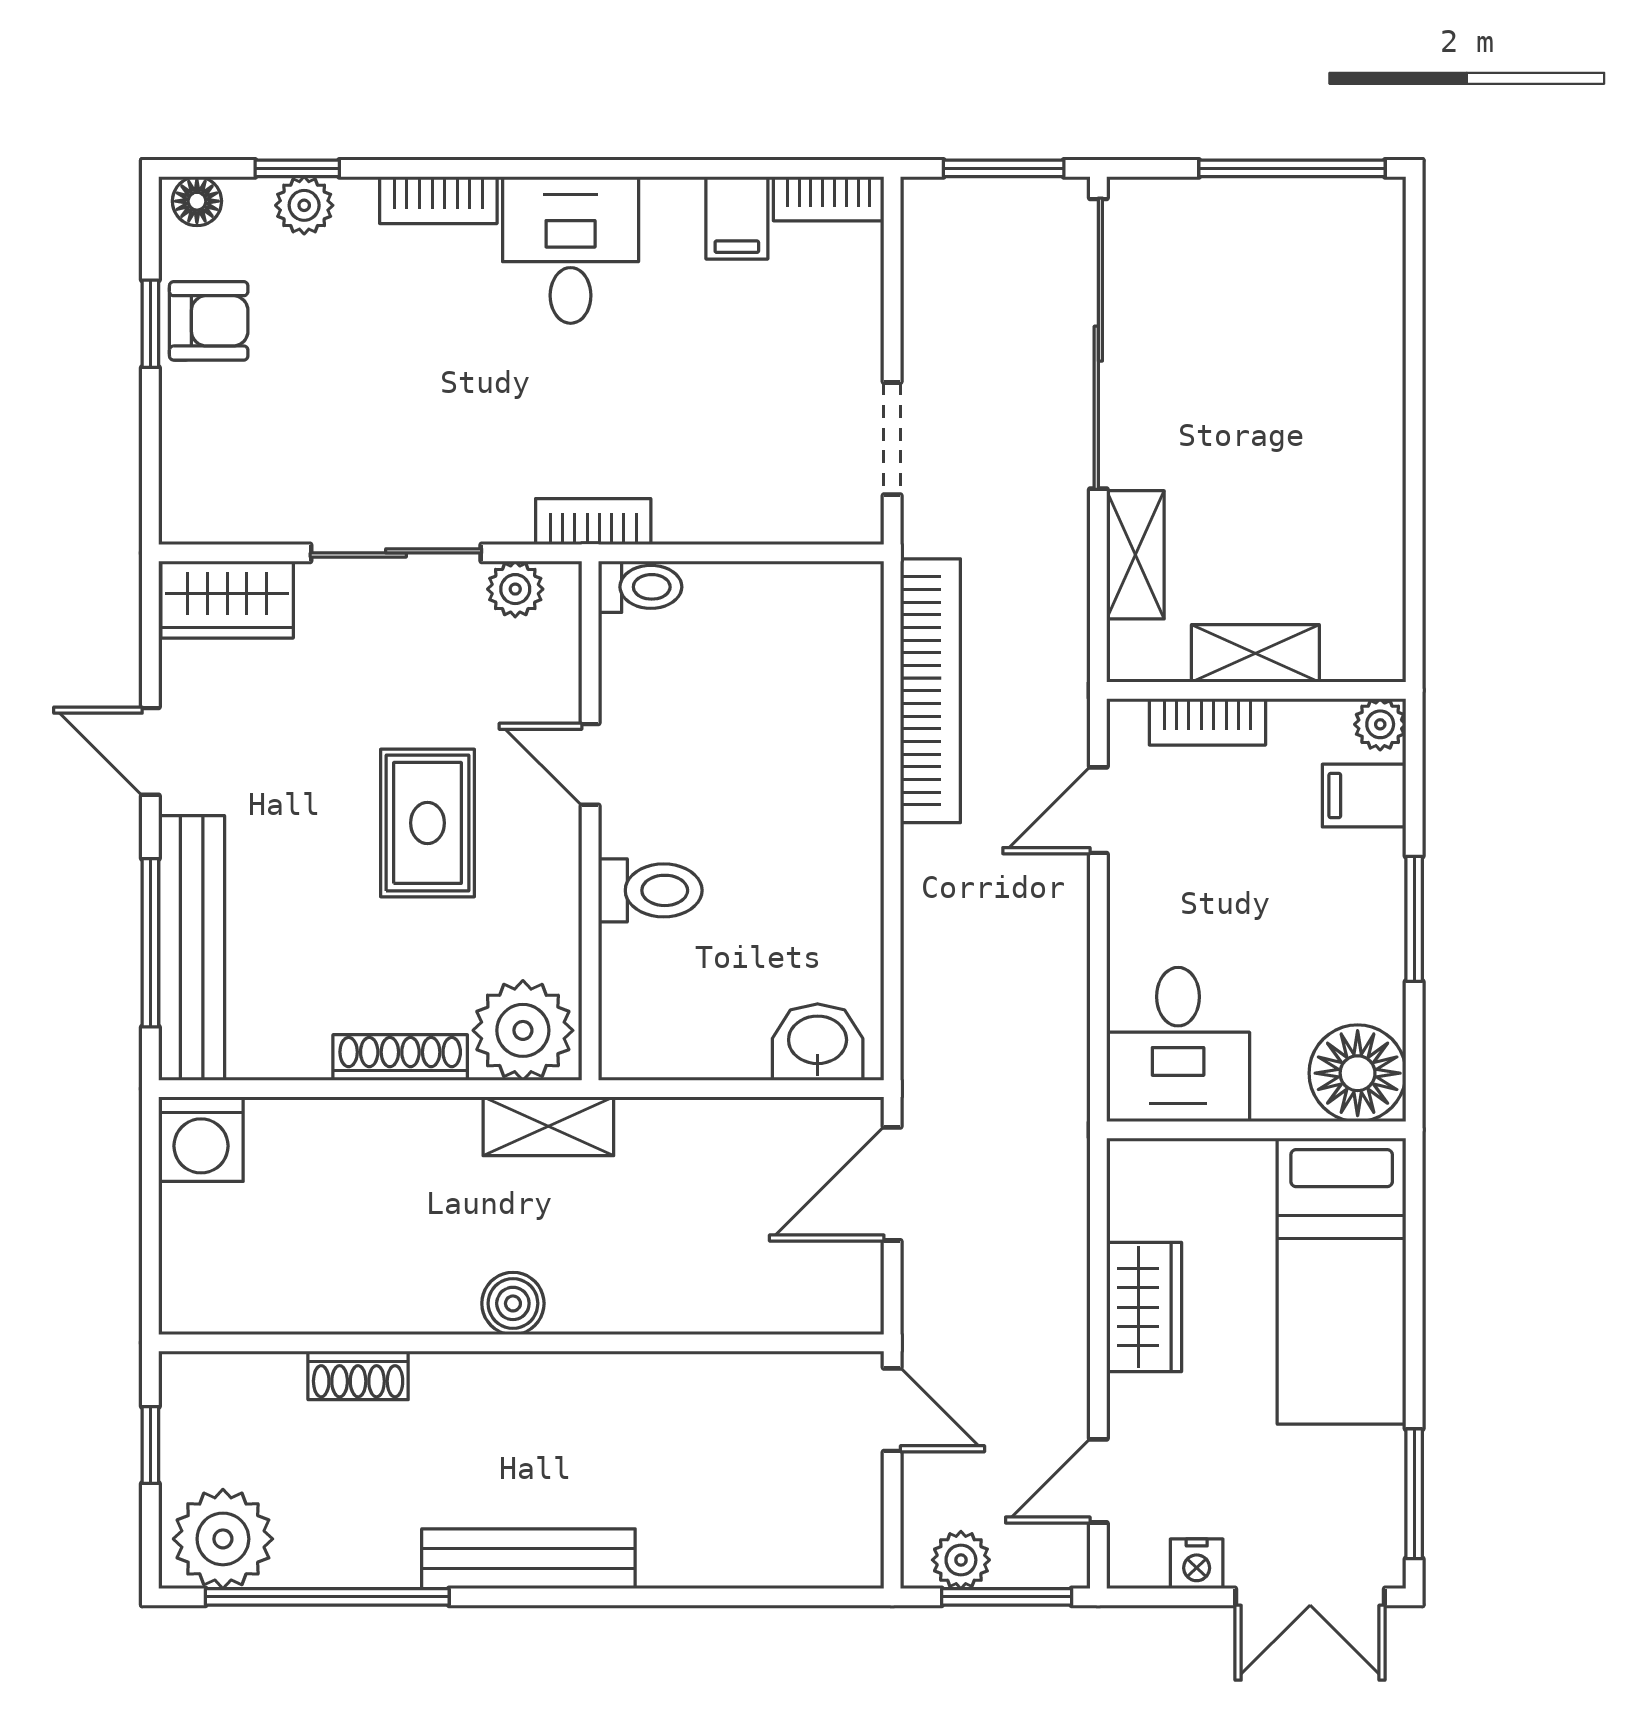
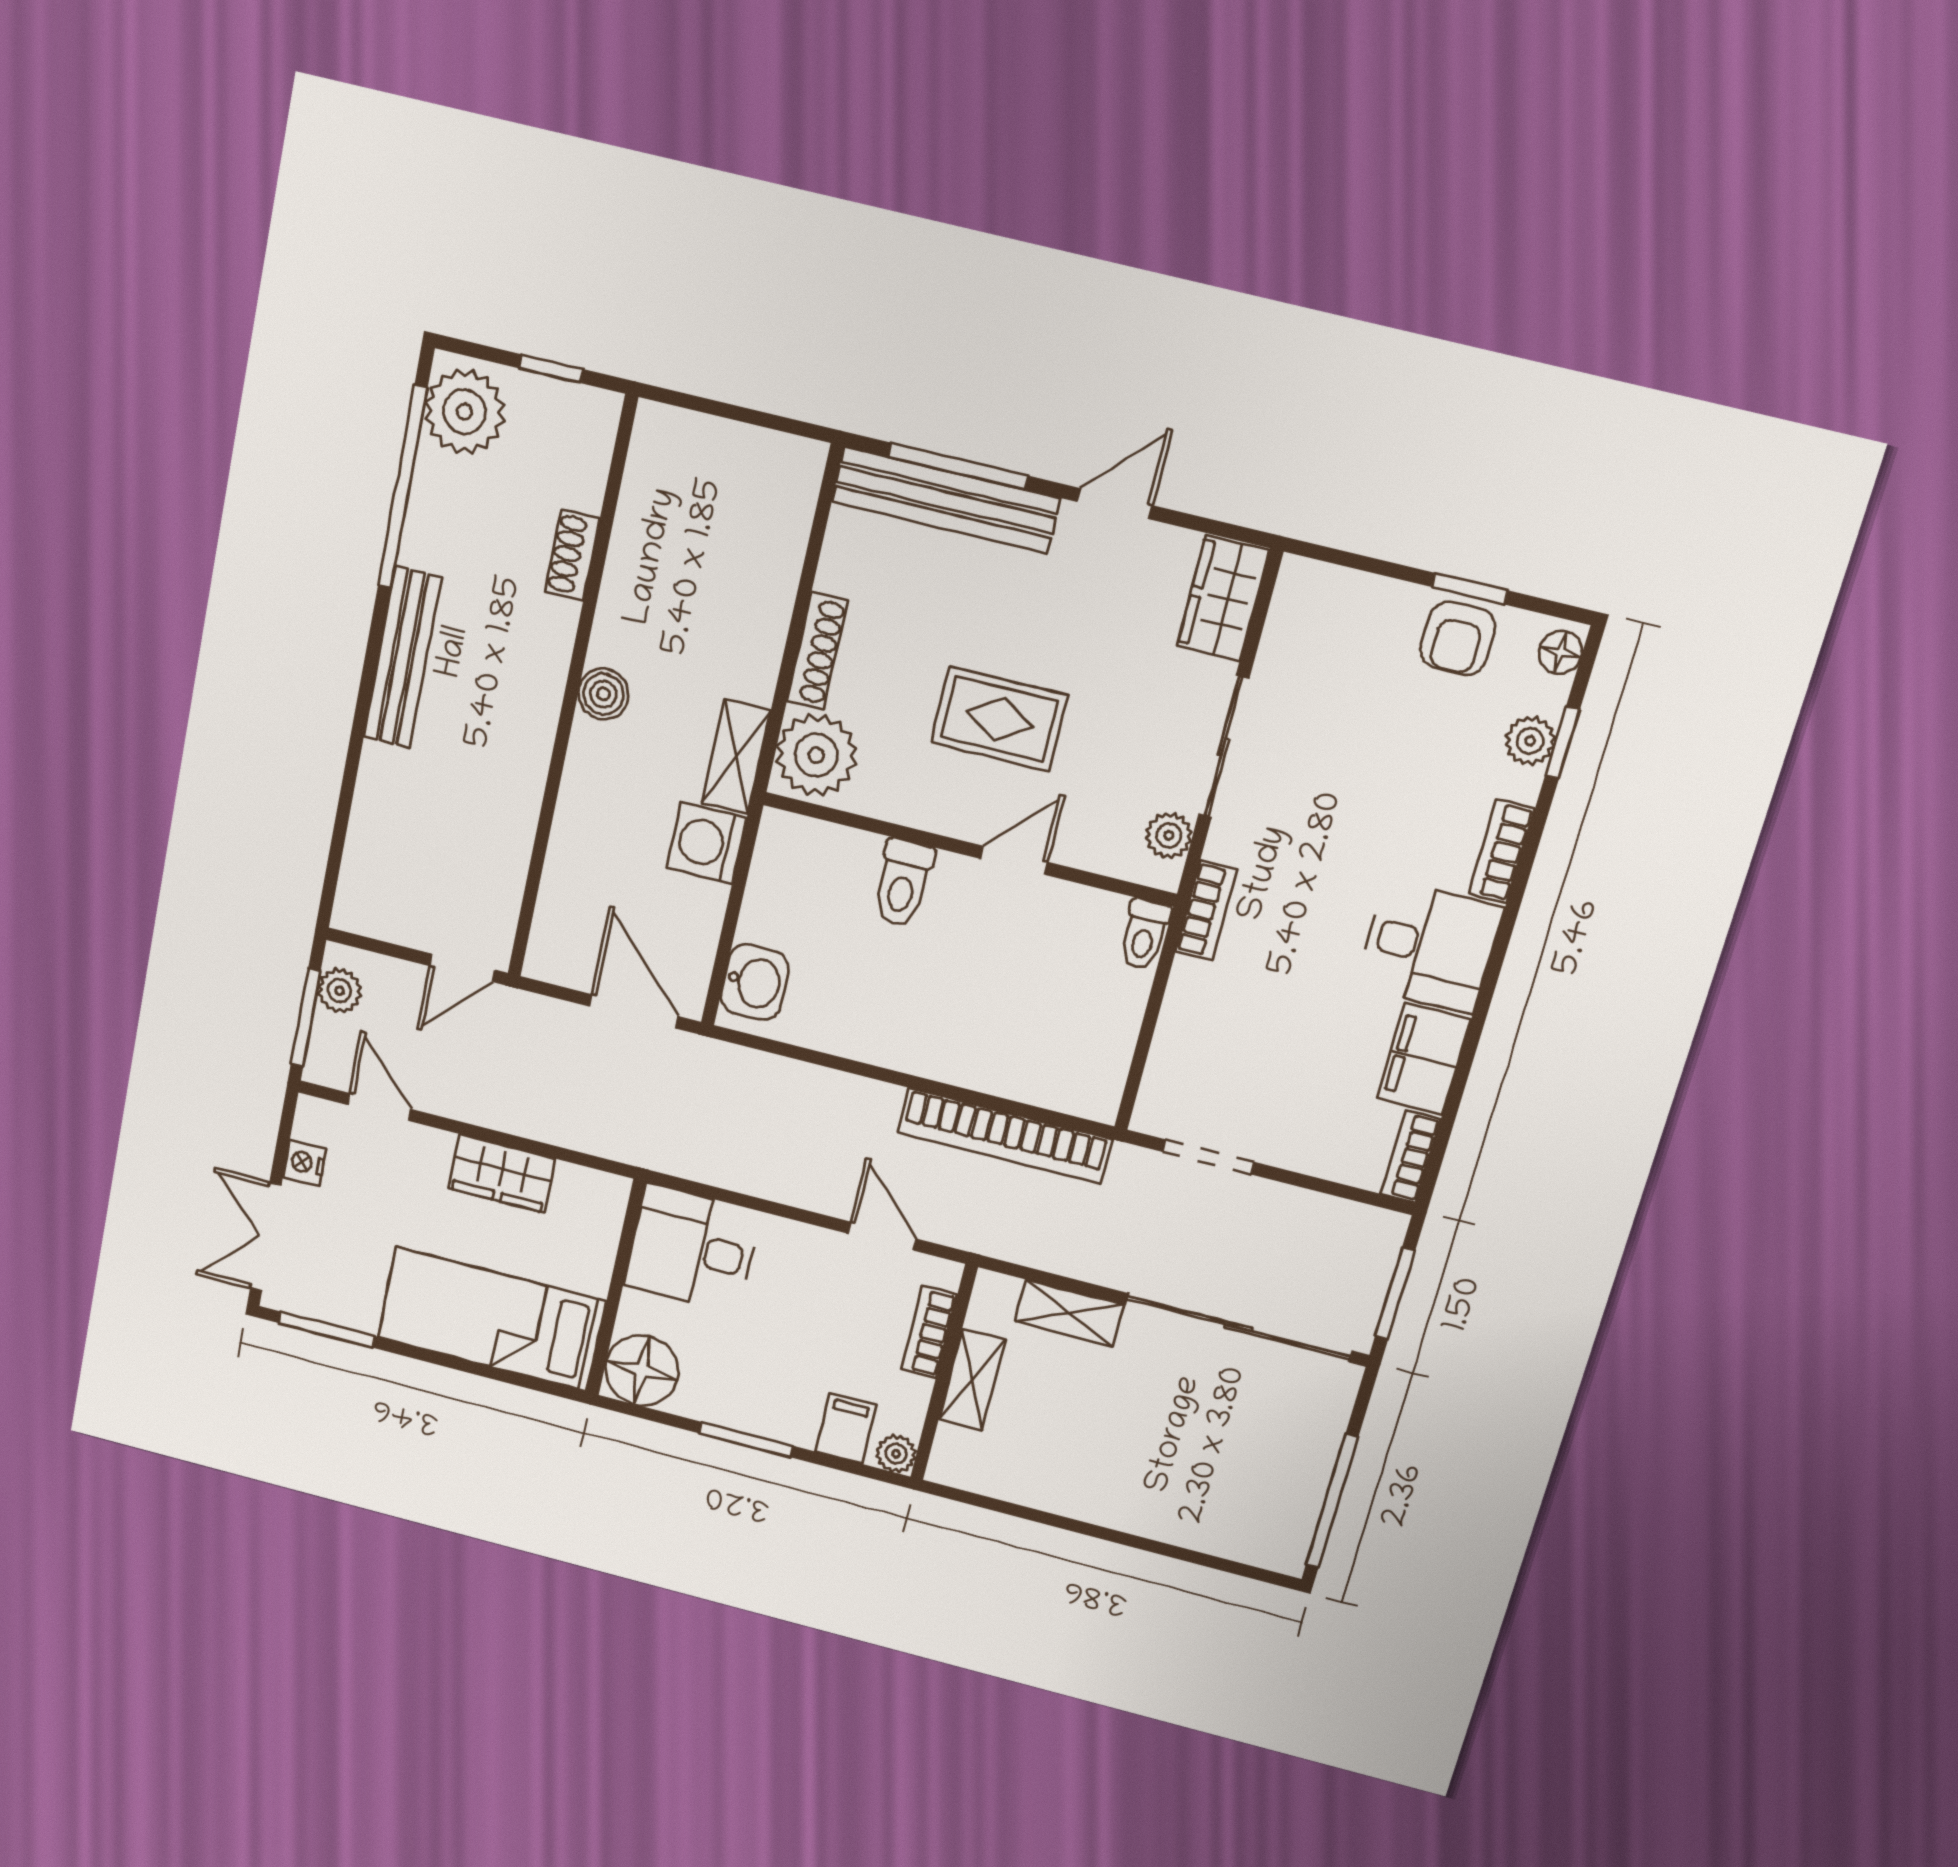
filing cabinet: (737, 218) -> (1424, 1059), width x2.00
washing machine: (201, 1139) -> (707, 843), moved

